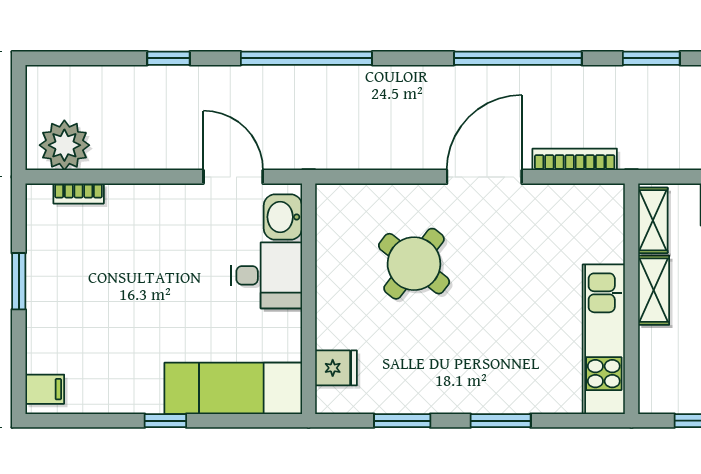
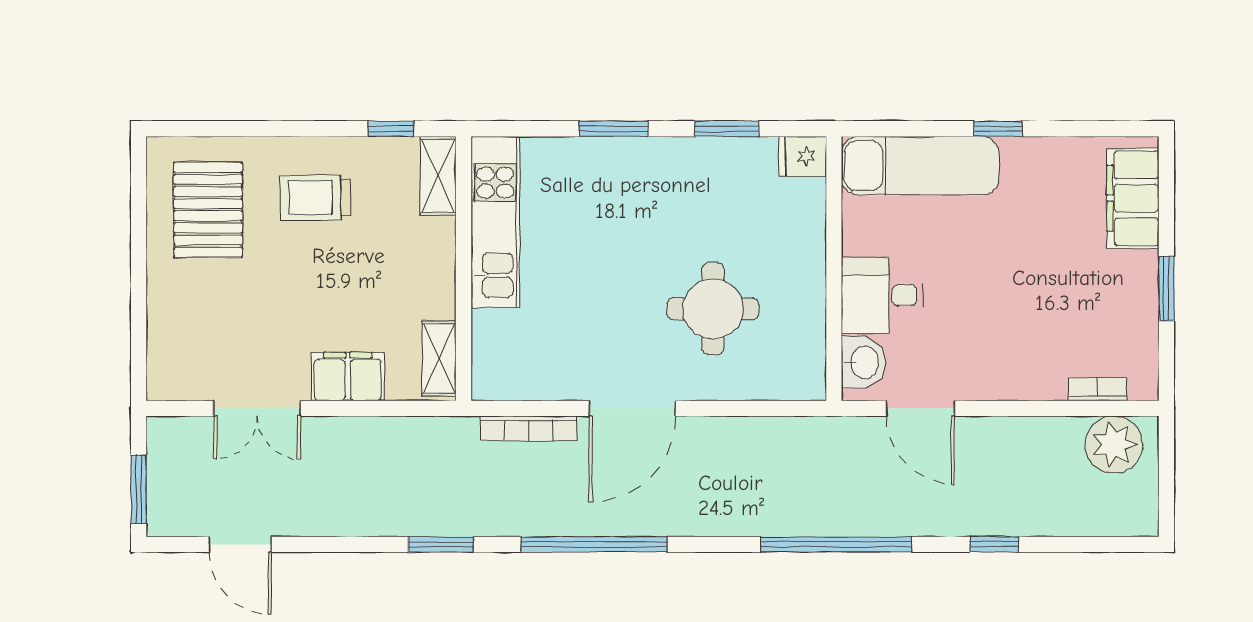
round table: (414, 264) -> (713, 309), turned -38
shelving: (654, 290) -> (438, 176), moved
fridge: (336, 368) -> (802, 156), moved
filing cabinet: (45, 389) -> (1133, 198), width x3.00, depth x1.17

